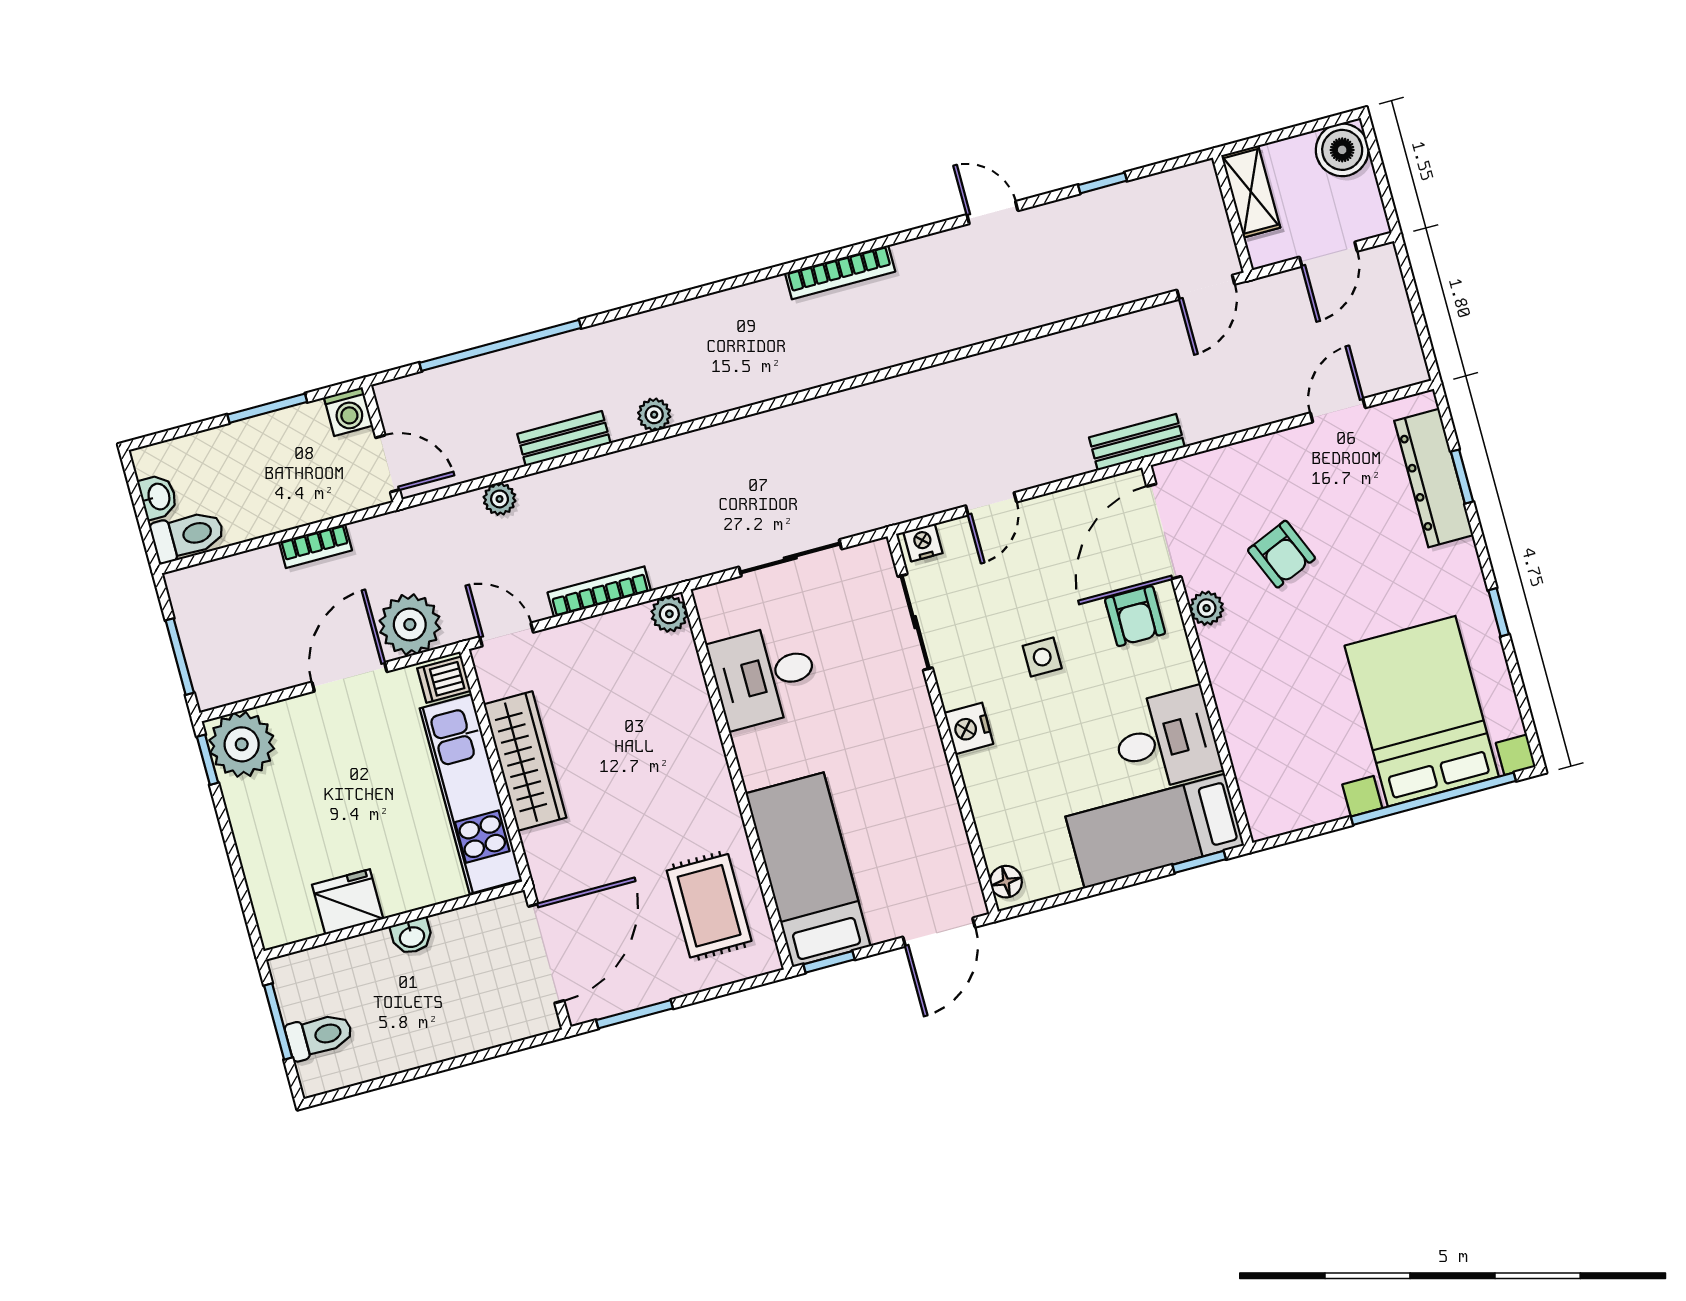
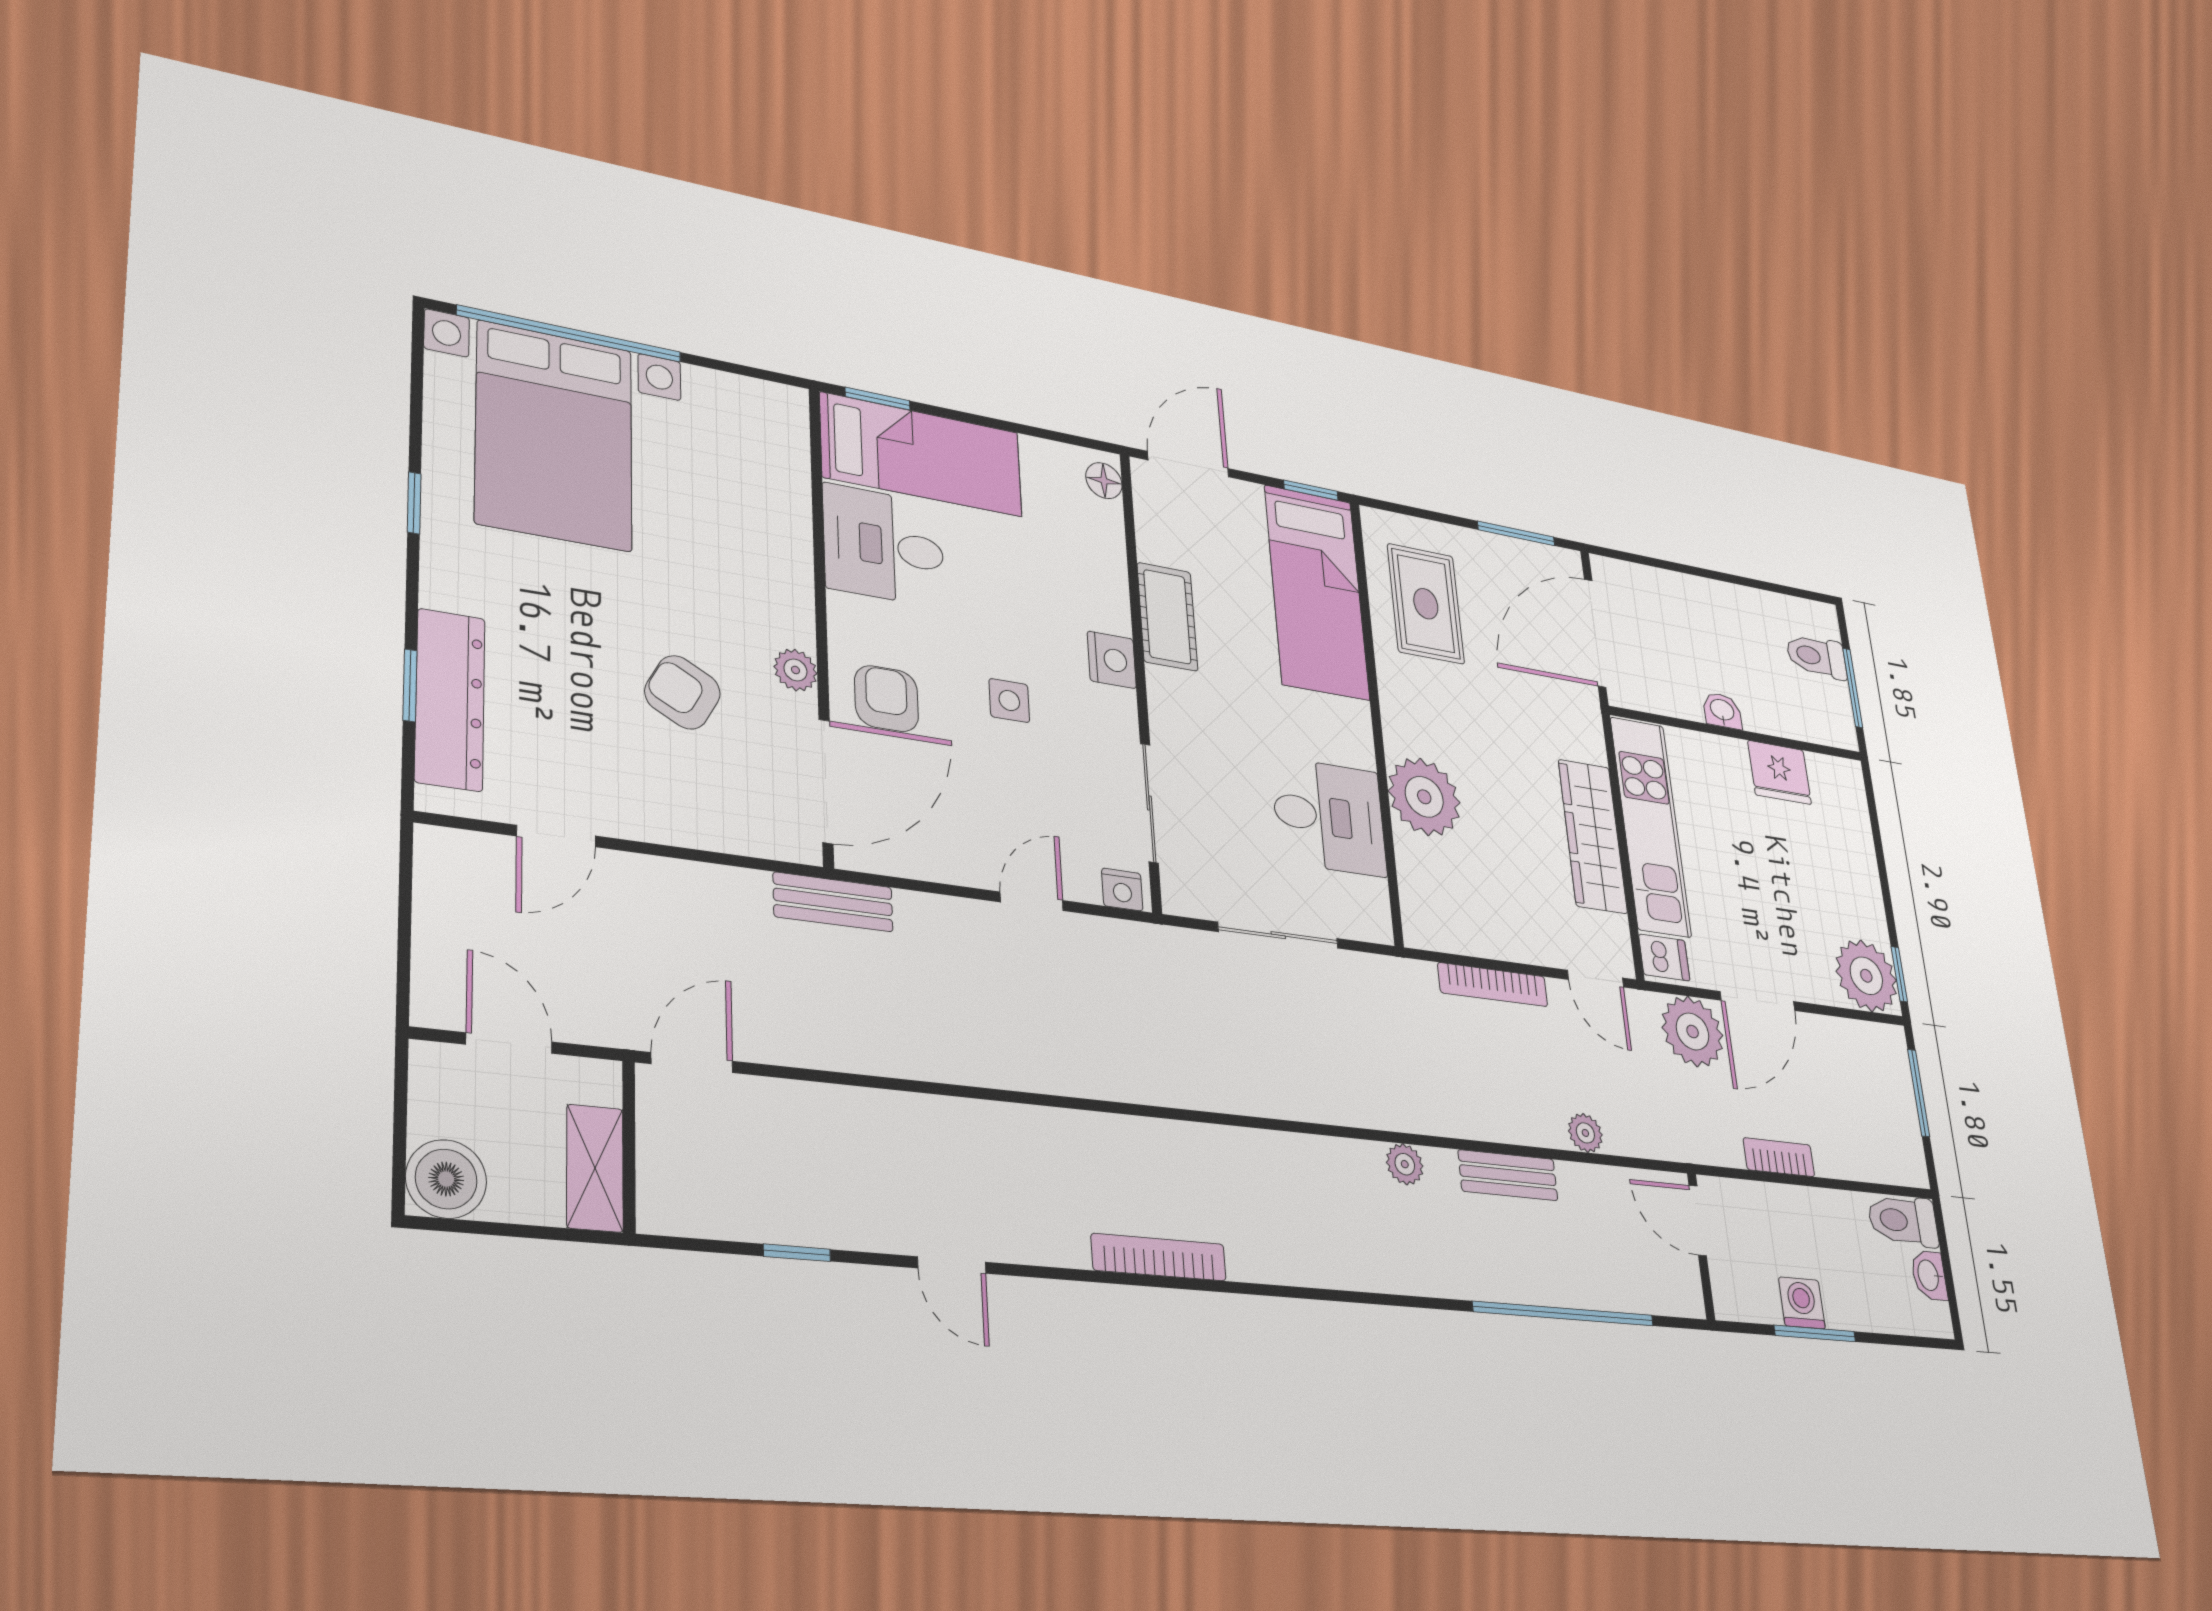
door: (1328, 254) -> (509, 1043), hinge flipped
washing machine: (348, 412) -> (1802, 1303), moved
armchair: (1281, 554) -> (682, 692), turned -38
plant: (669, 614) -> (1424, 797), moved, width x1.87, depth x1.87
cot: (931, 787) -> (1167, 617), added

